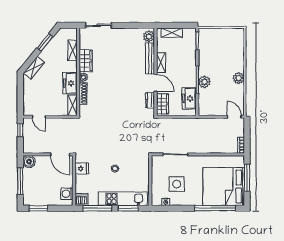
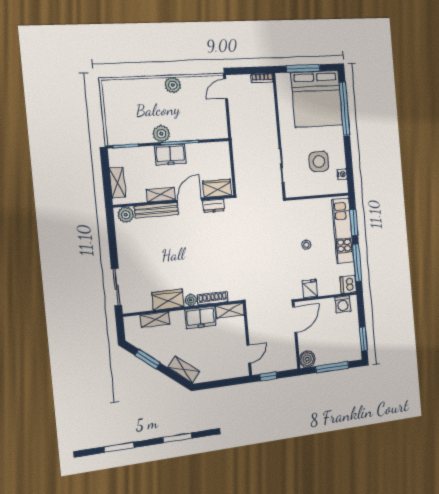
plant: (204, 82) -> (161, 134), moved
freezer: (189, 98) -> (170, 155), moved

